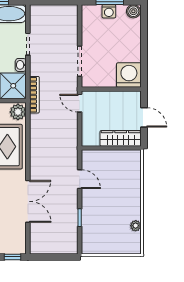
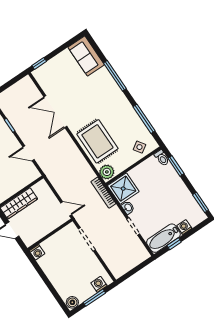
washing machine: (109, 11) -> (99, 284), moved
washing machine: (129, 75) -> (37, 252), width x0.53, depth x0.53

